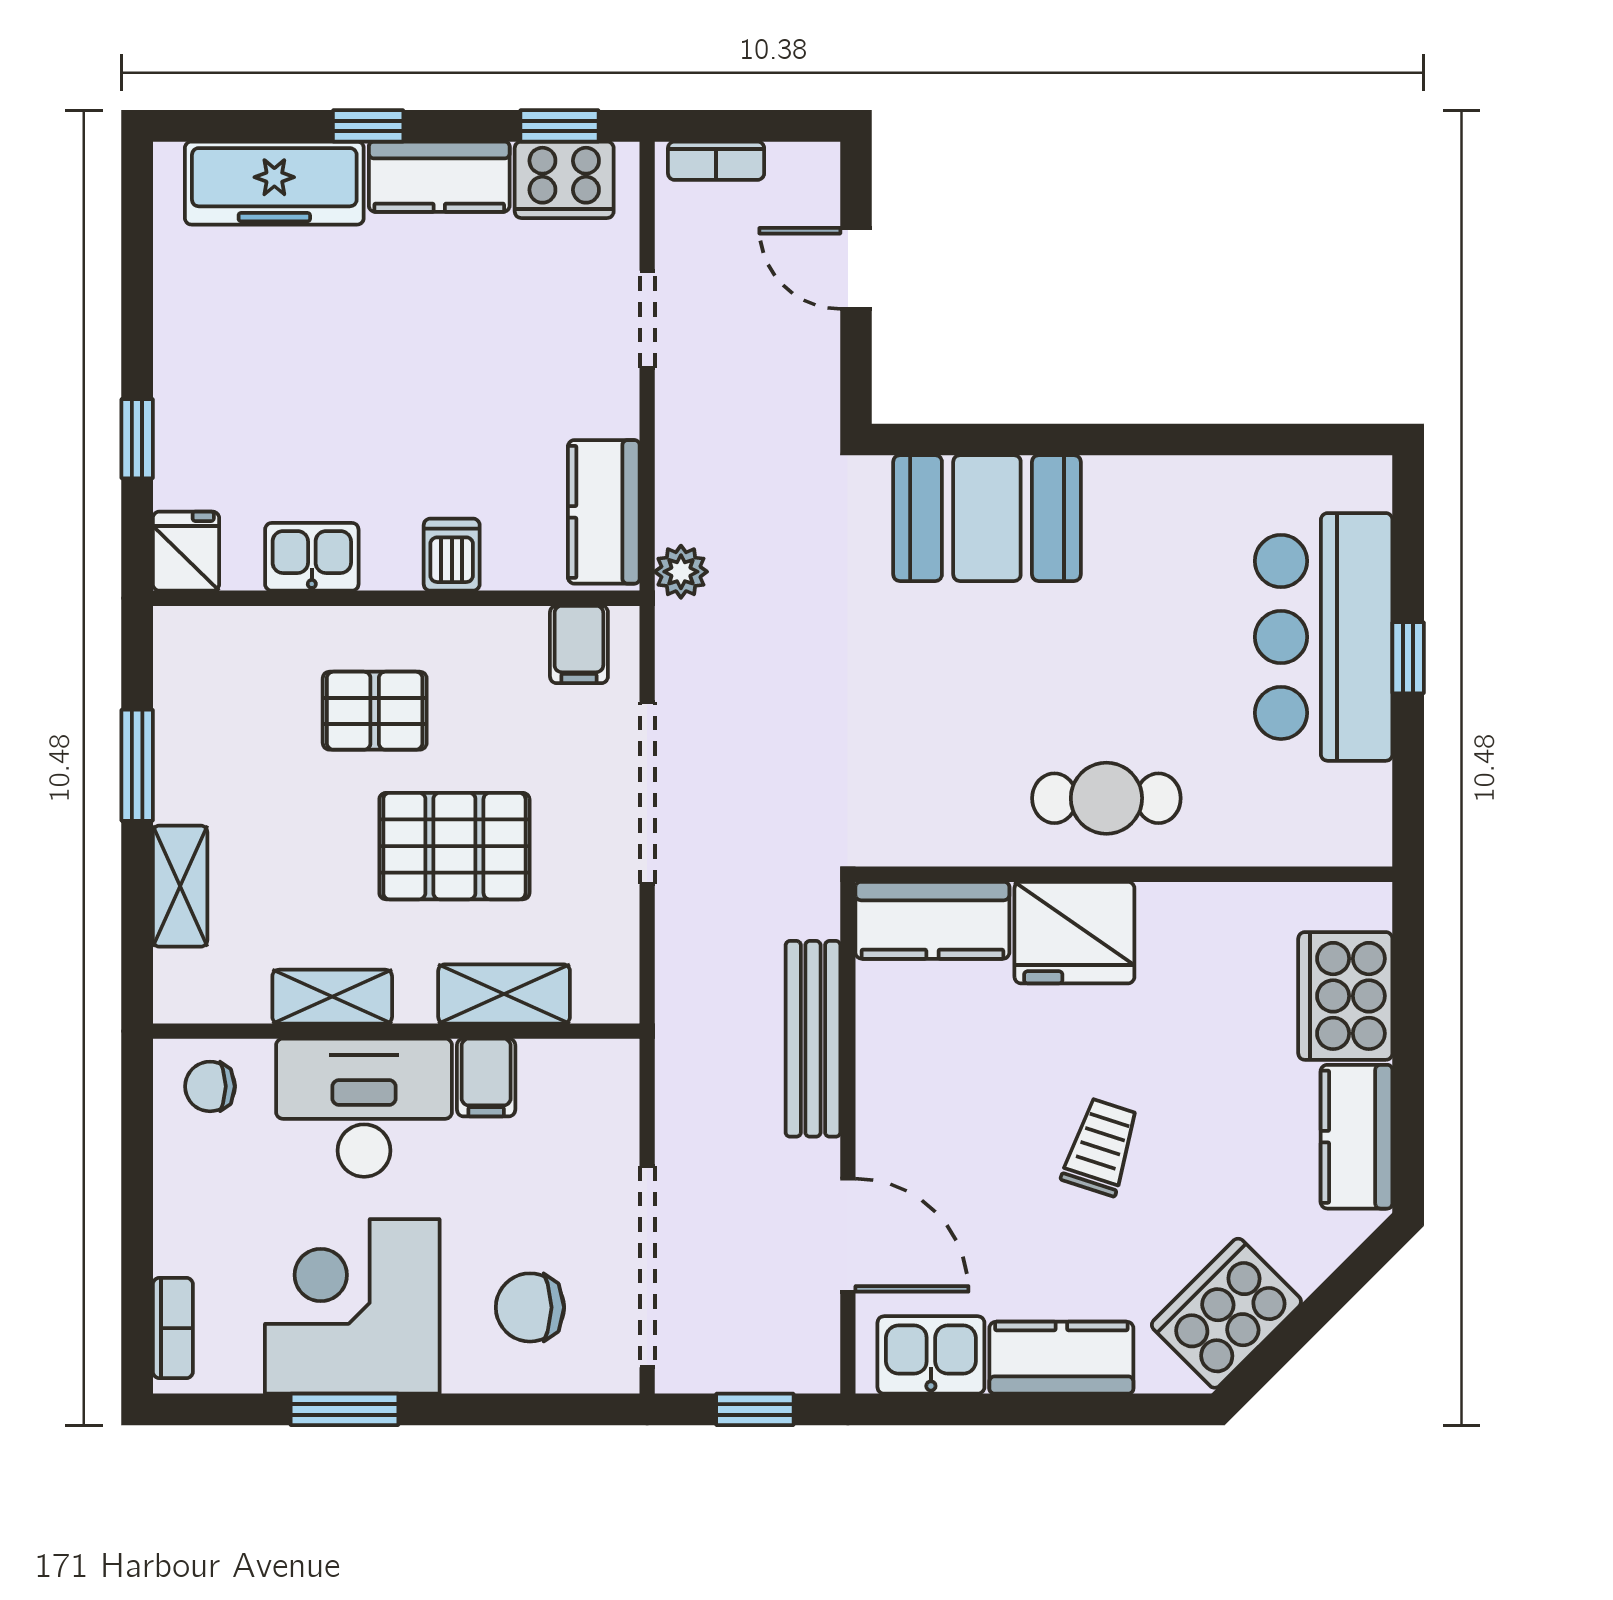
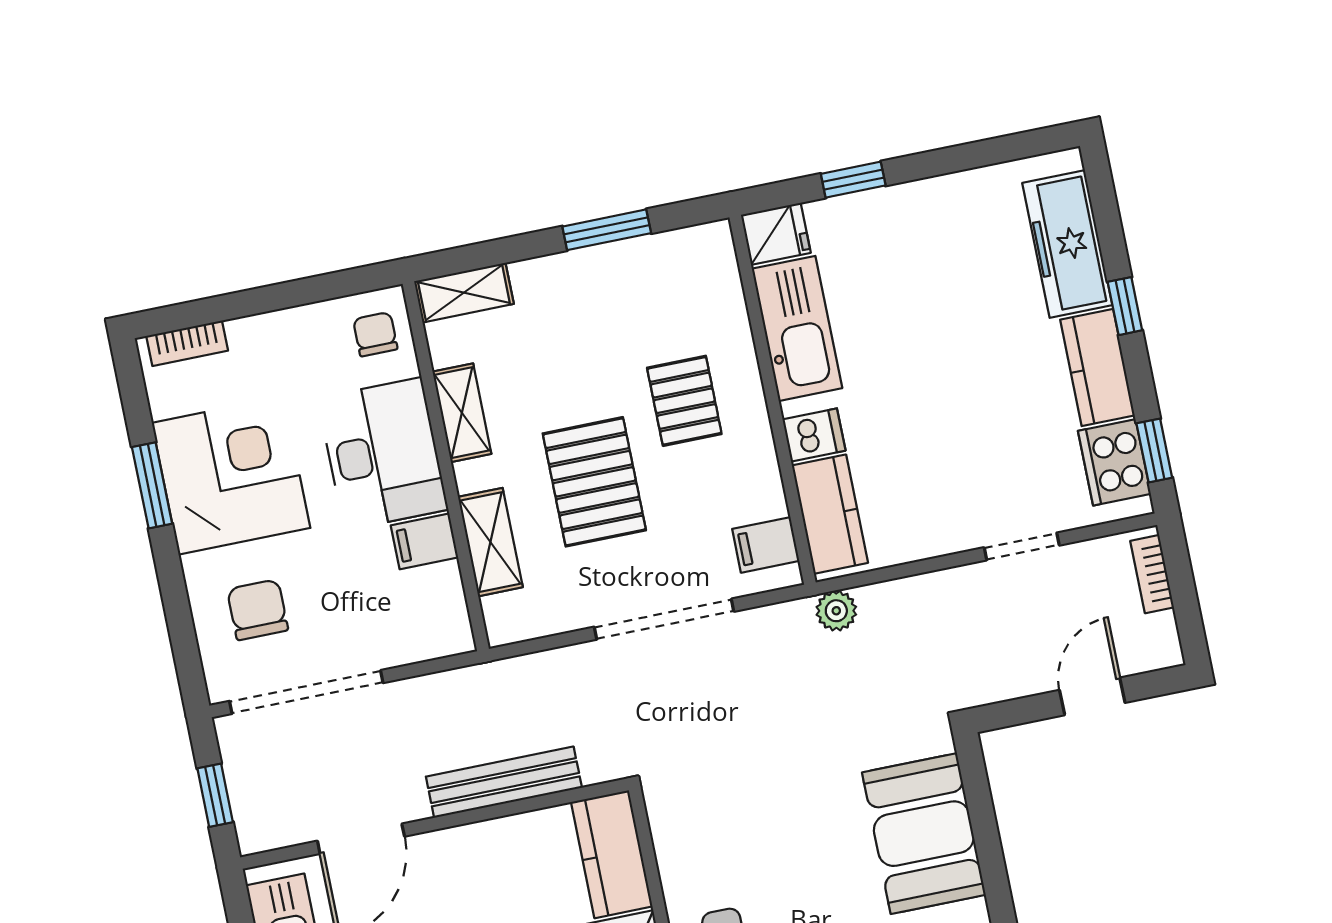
kitchen counter: (604, 512) -> (830, 514), moved, turned 90
kitchen sink: (312, 557) -> (797, 328), width x1.88, depth x1.24
shelving: (180, 886) -> (464, 293), moved

